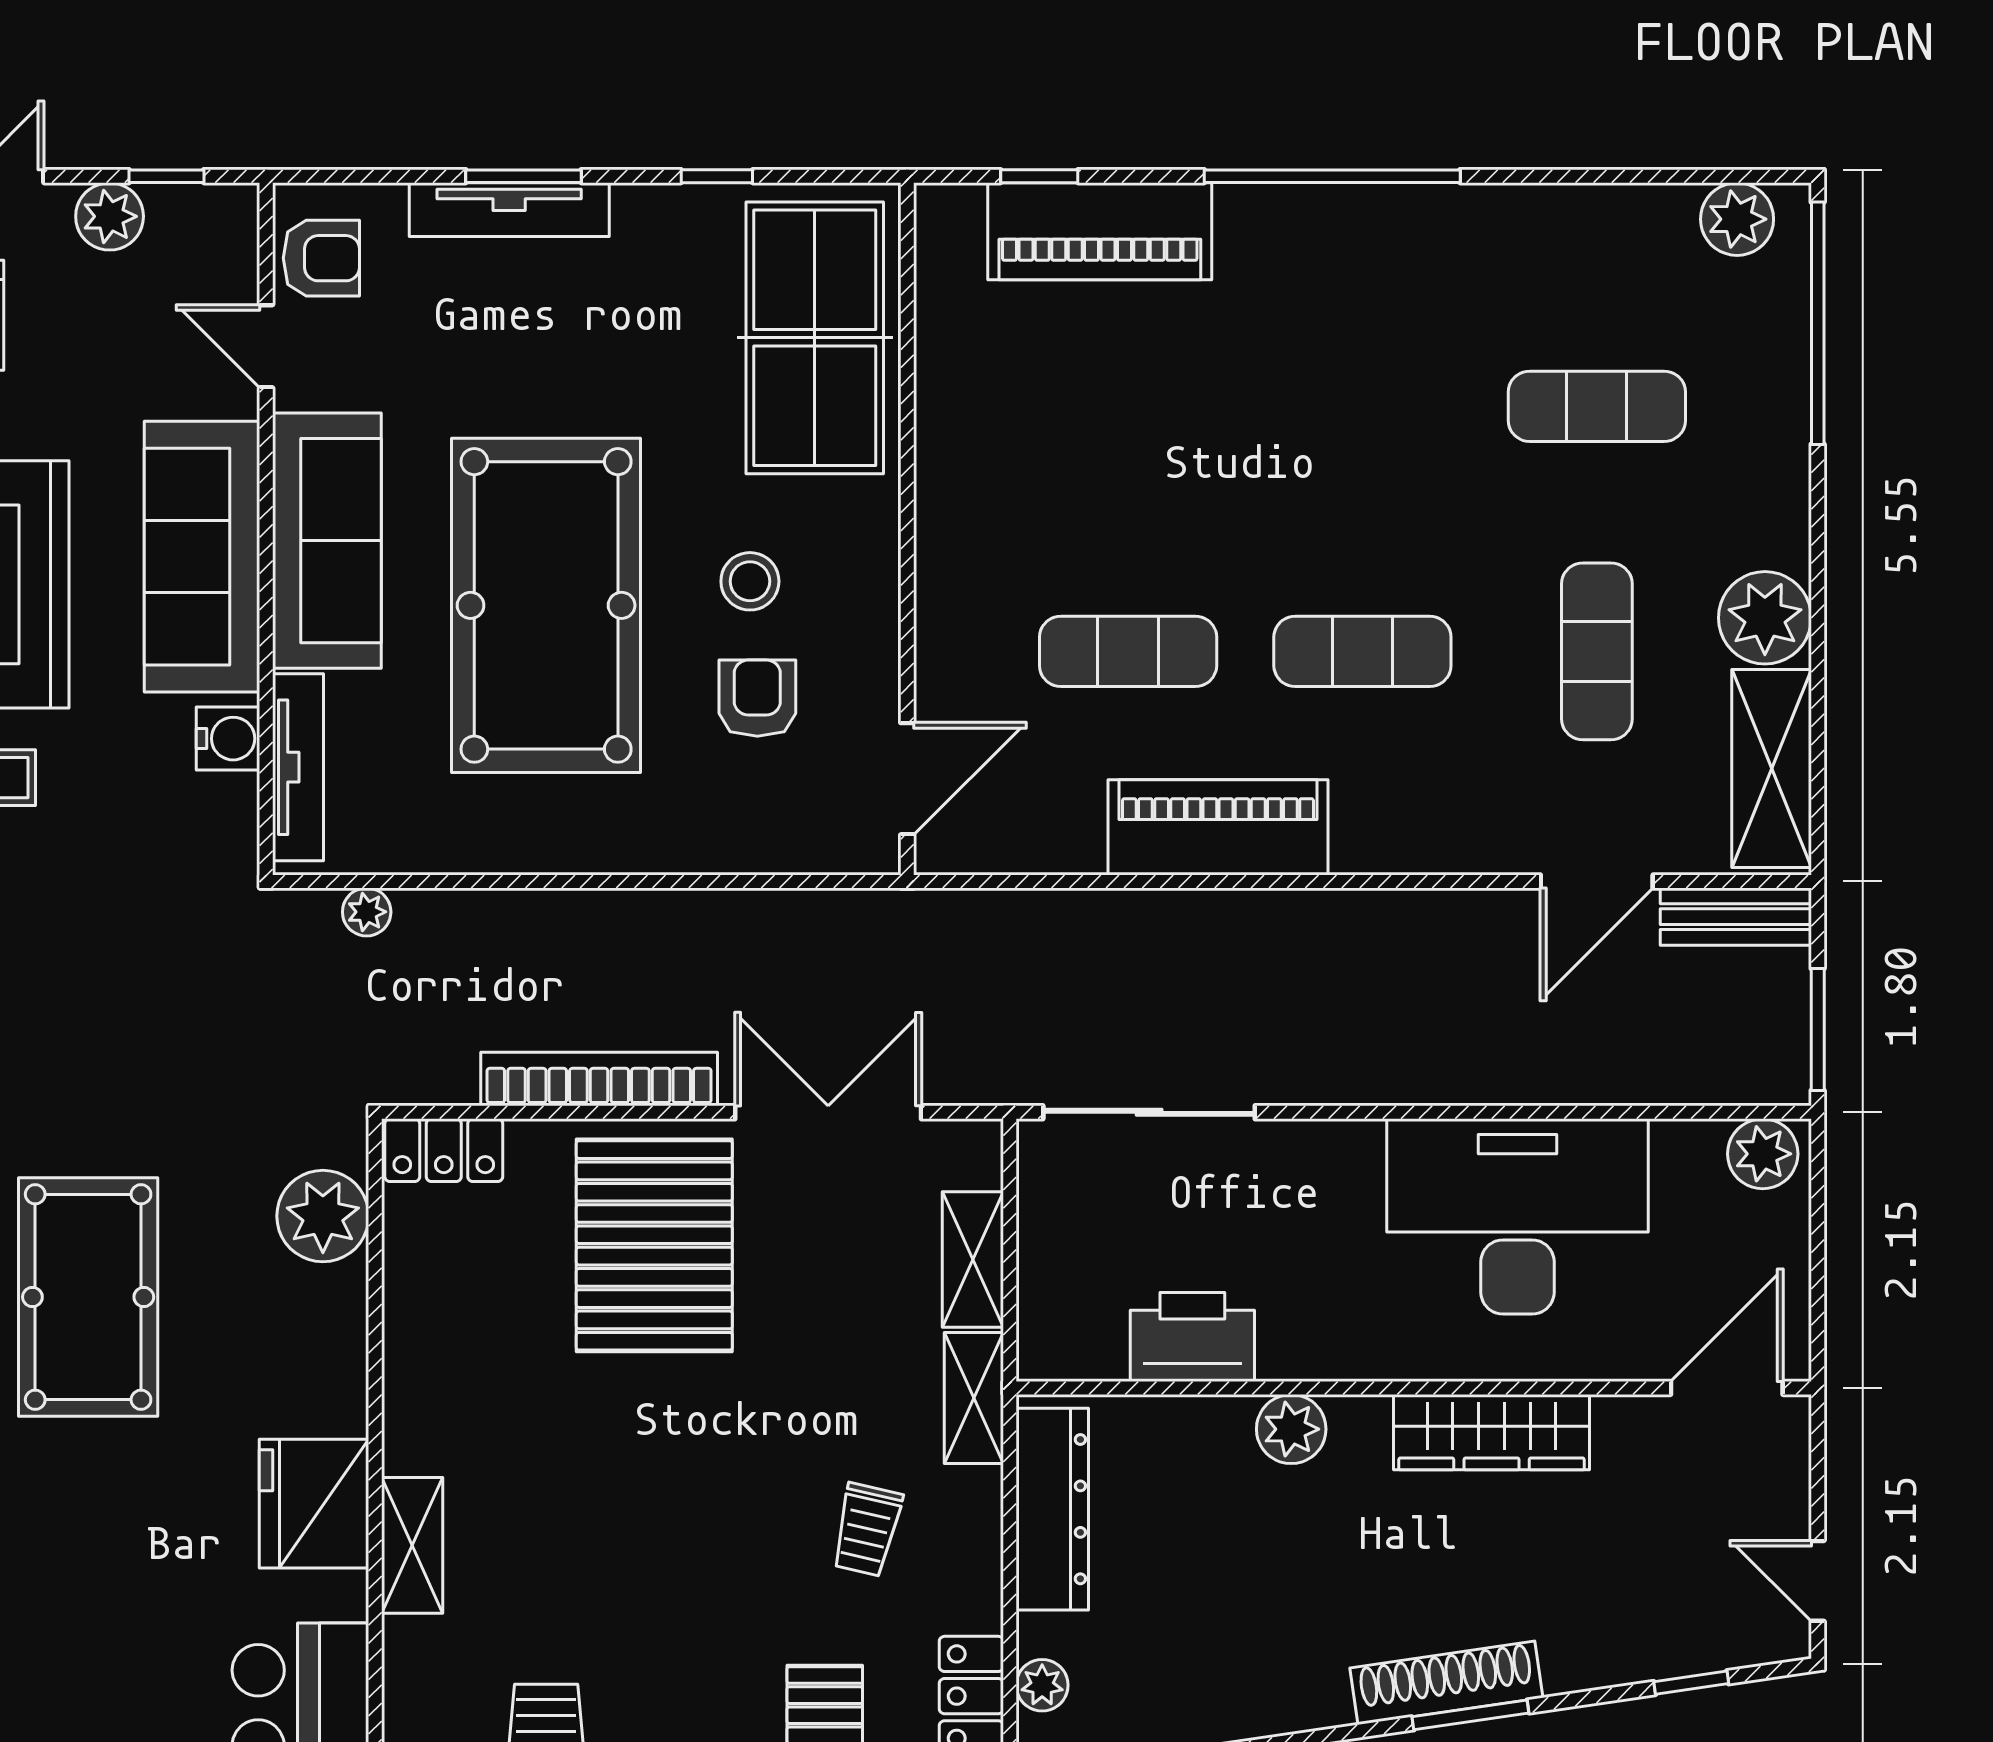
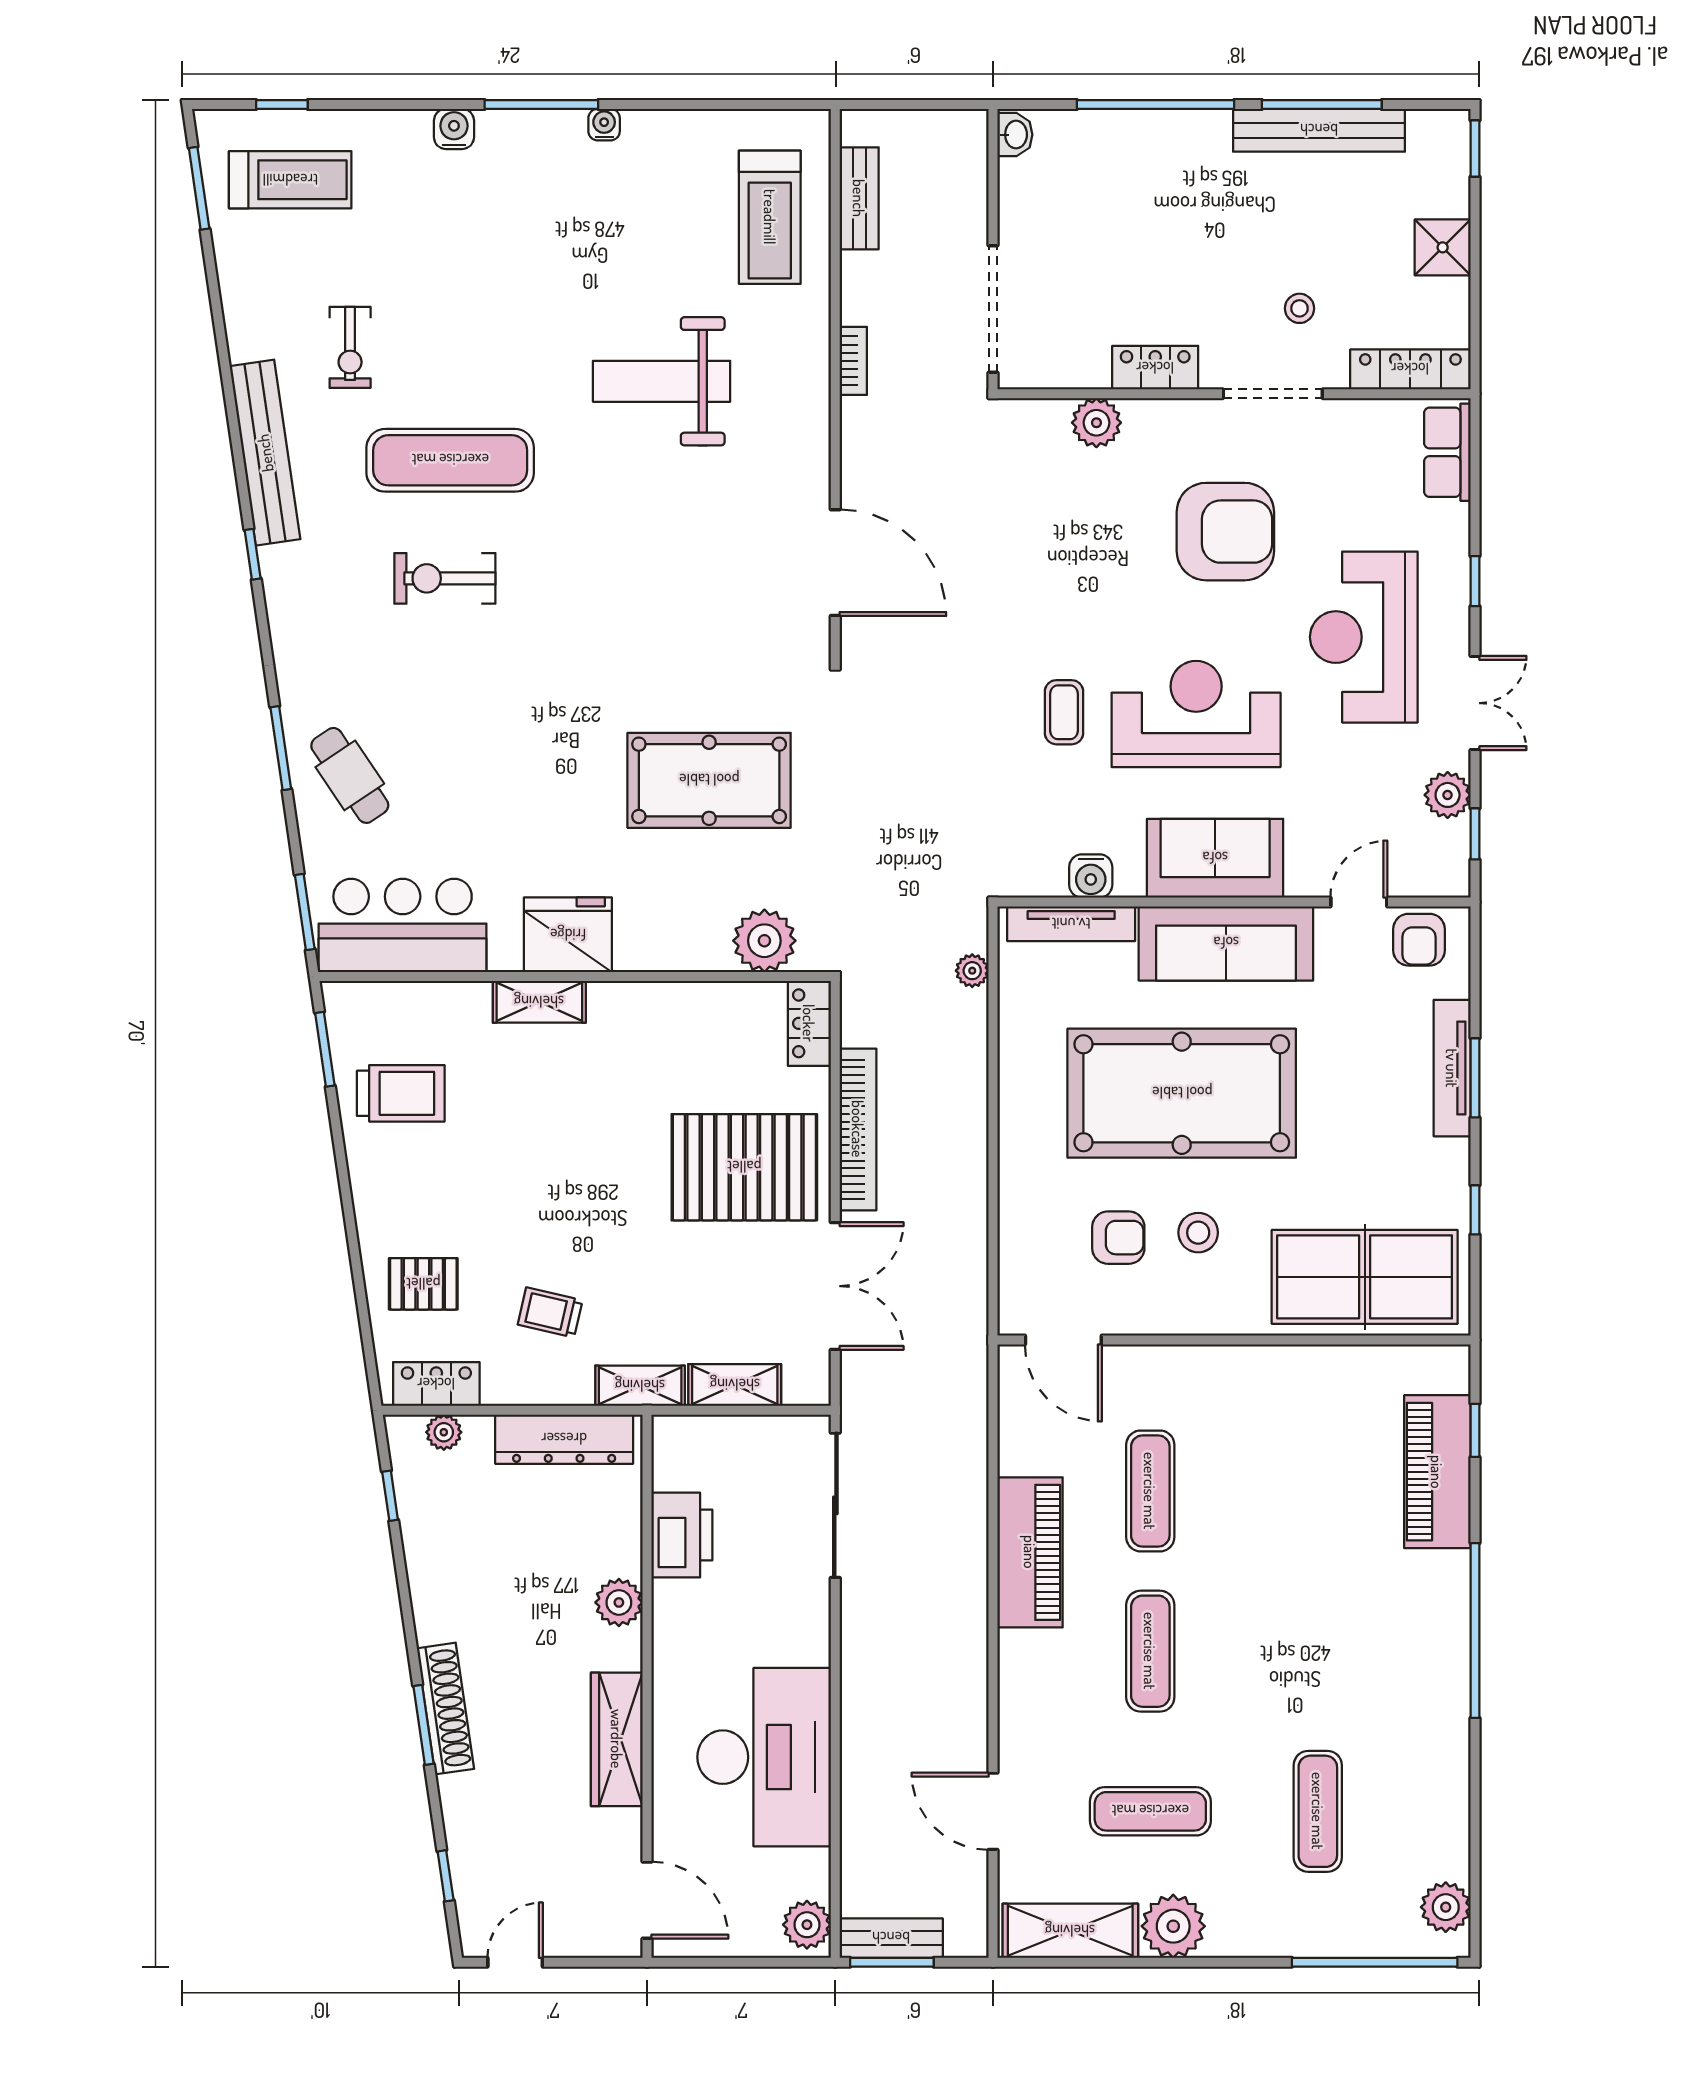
sofa: (202, 557) -> (1215, 858), width x0.73
bench: (1736, 917) -> (891, 1938), moved, turned 90

